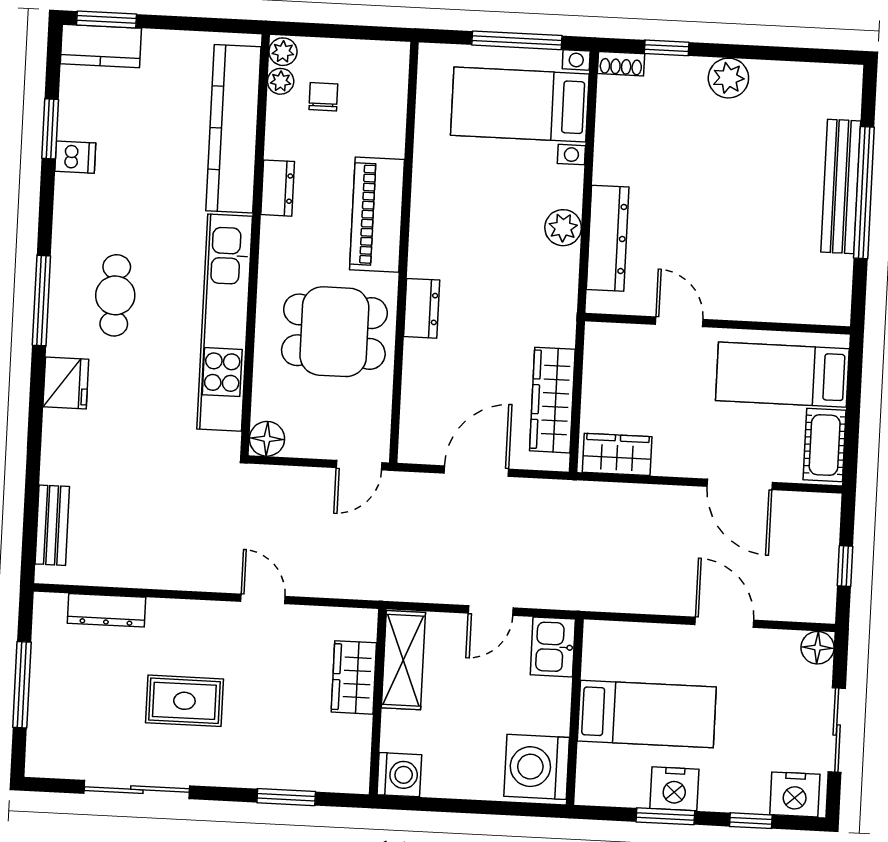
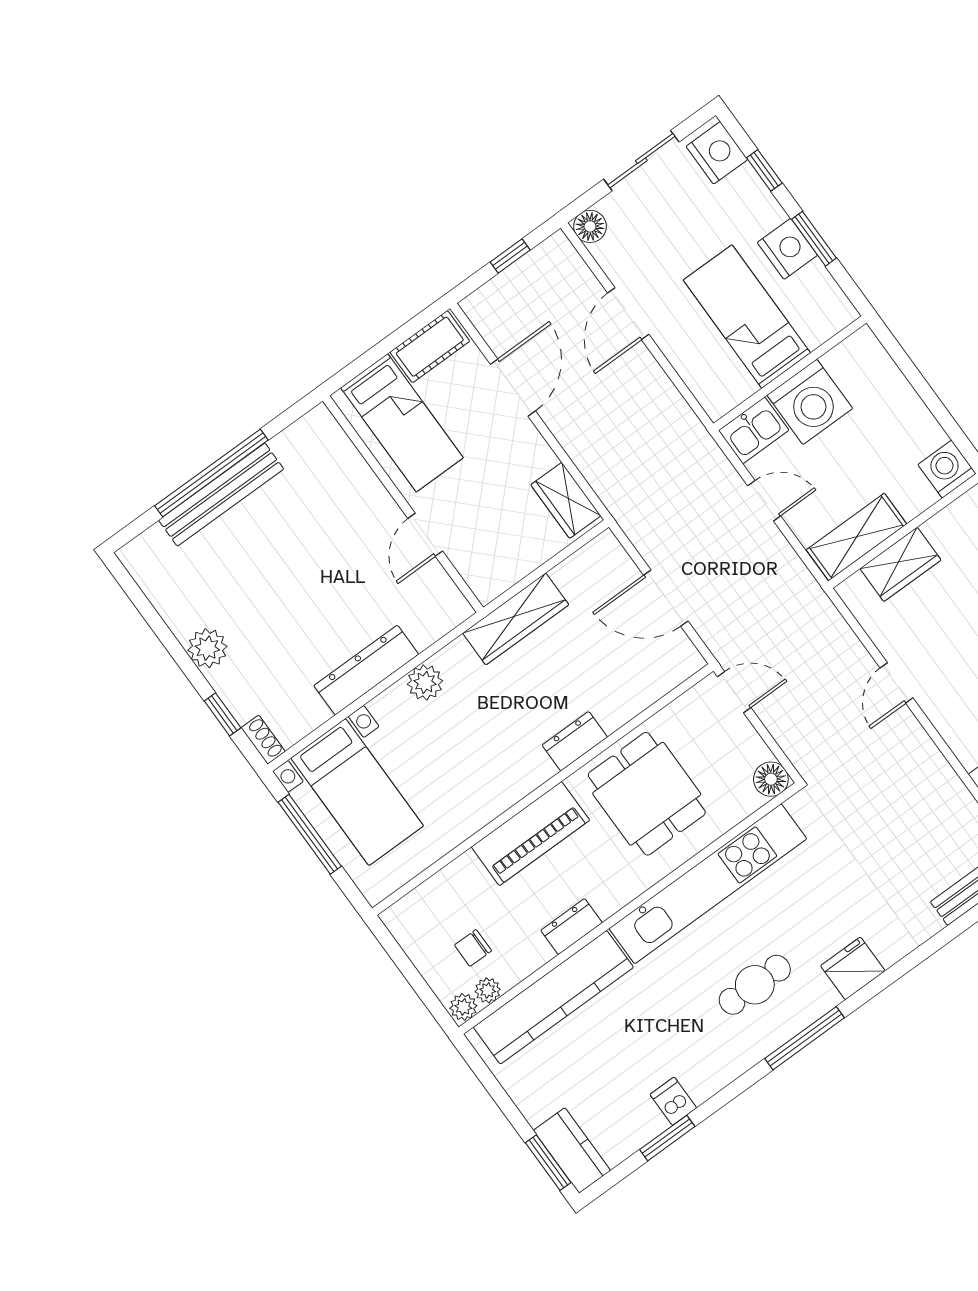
dresser: (608, 238) -> (366, 670), moved
wardrobe: (552, 400) -> (516, 619), moved
washing machine: (537, 767) -> (810, 402), moved

